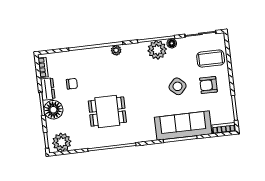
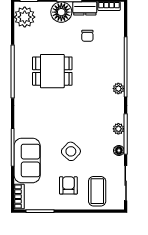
plant: (157, 50) -> (118, 129), width x0.53, depth x0.53
dining table: (107, 112) -> (52, 71), turned 90
sofa: (183, 126) -> (27, 160), width x0.73

